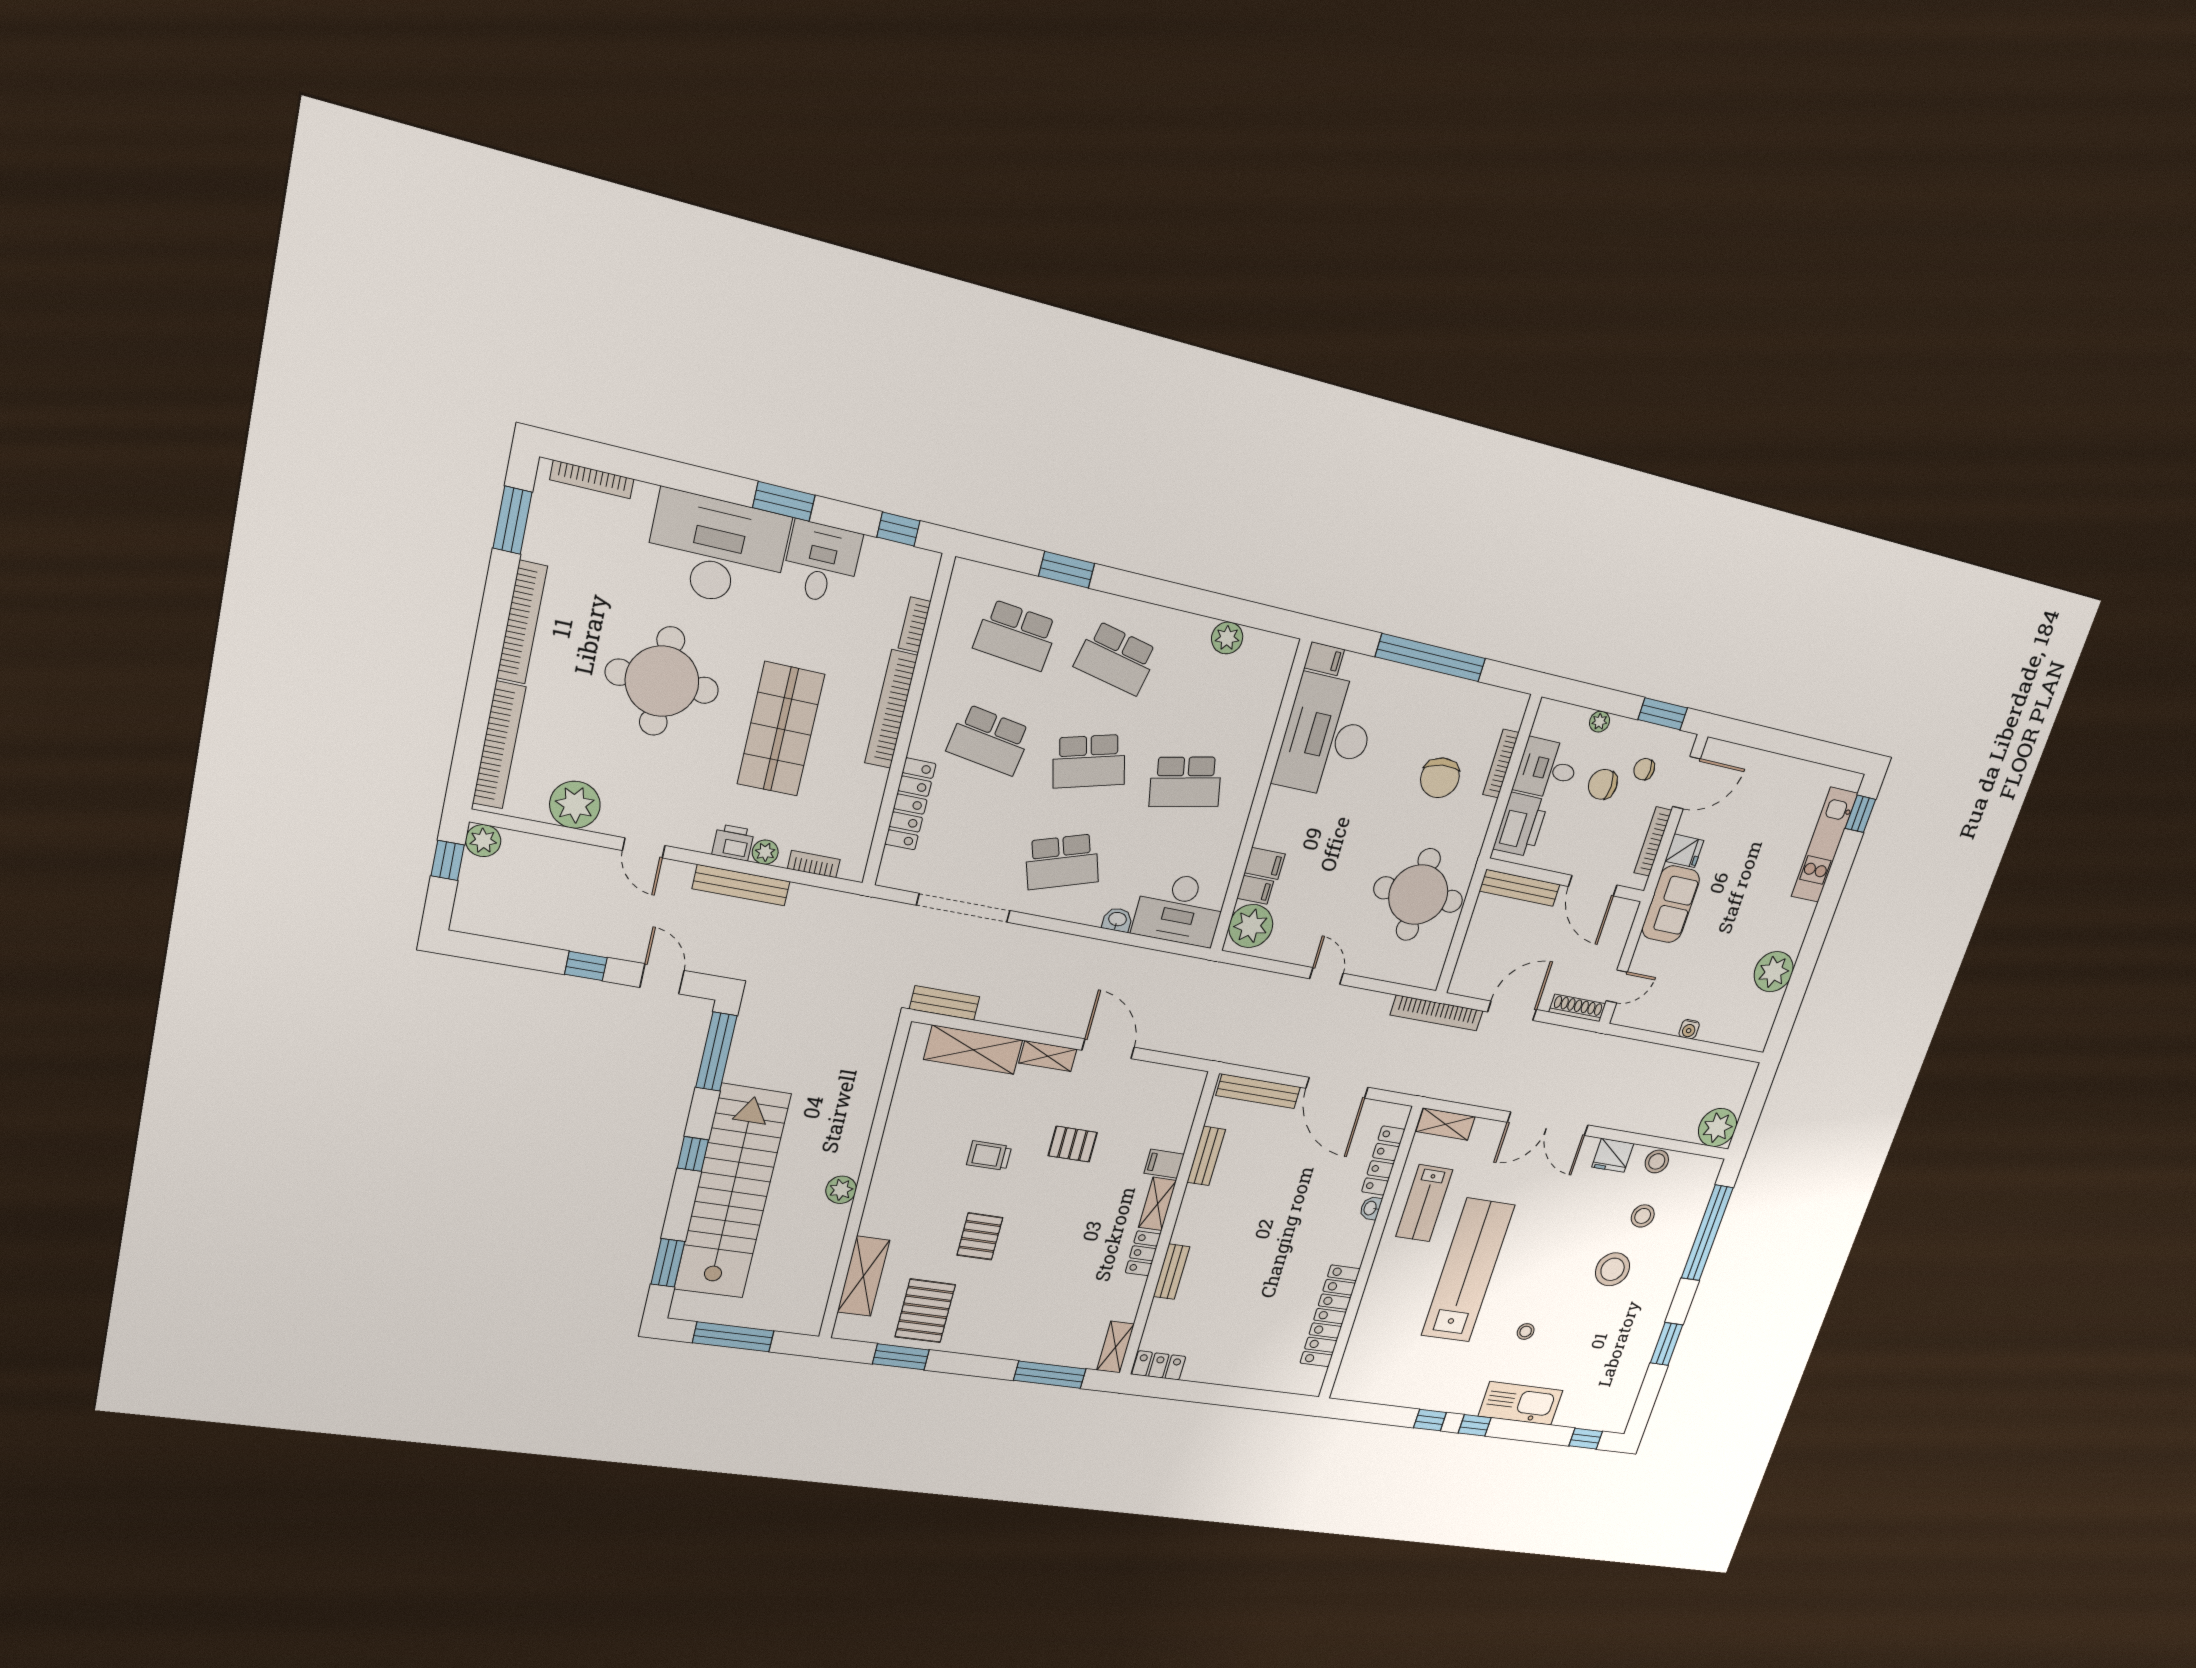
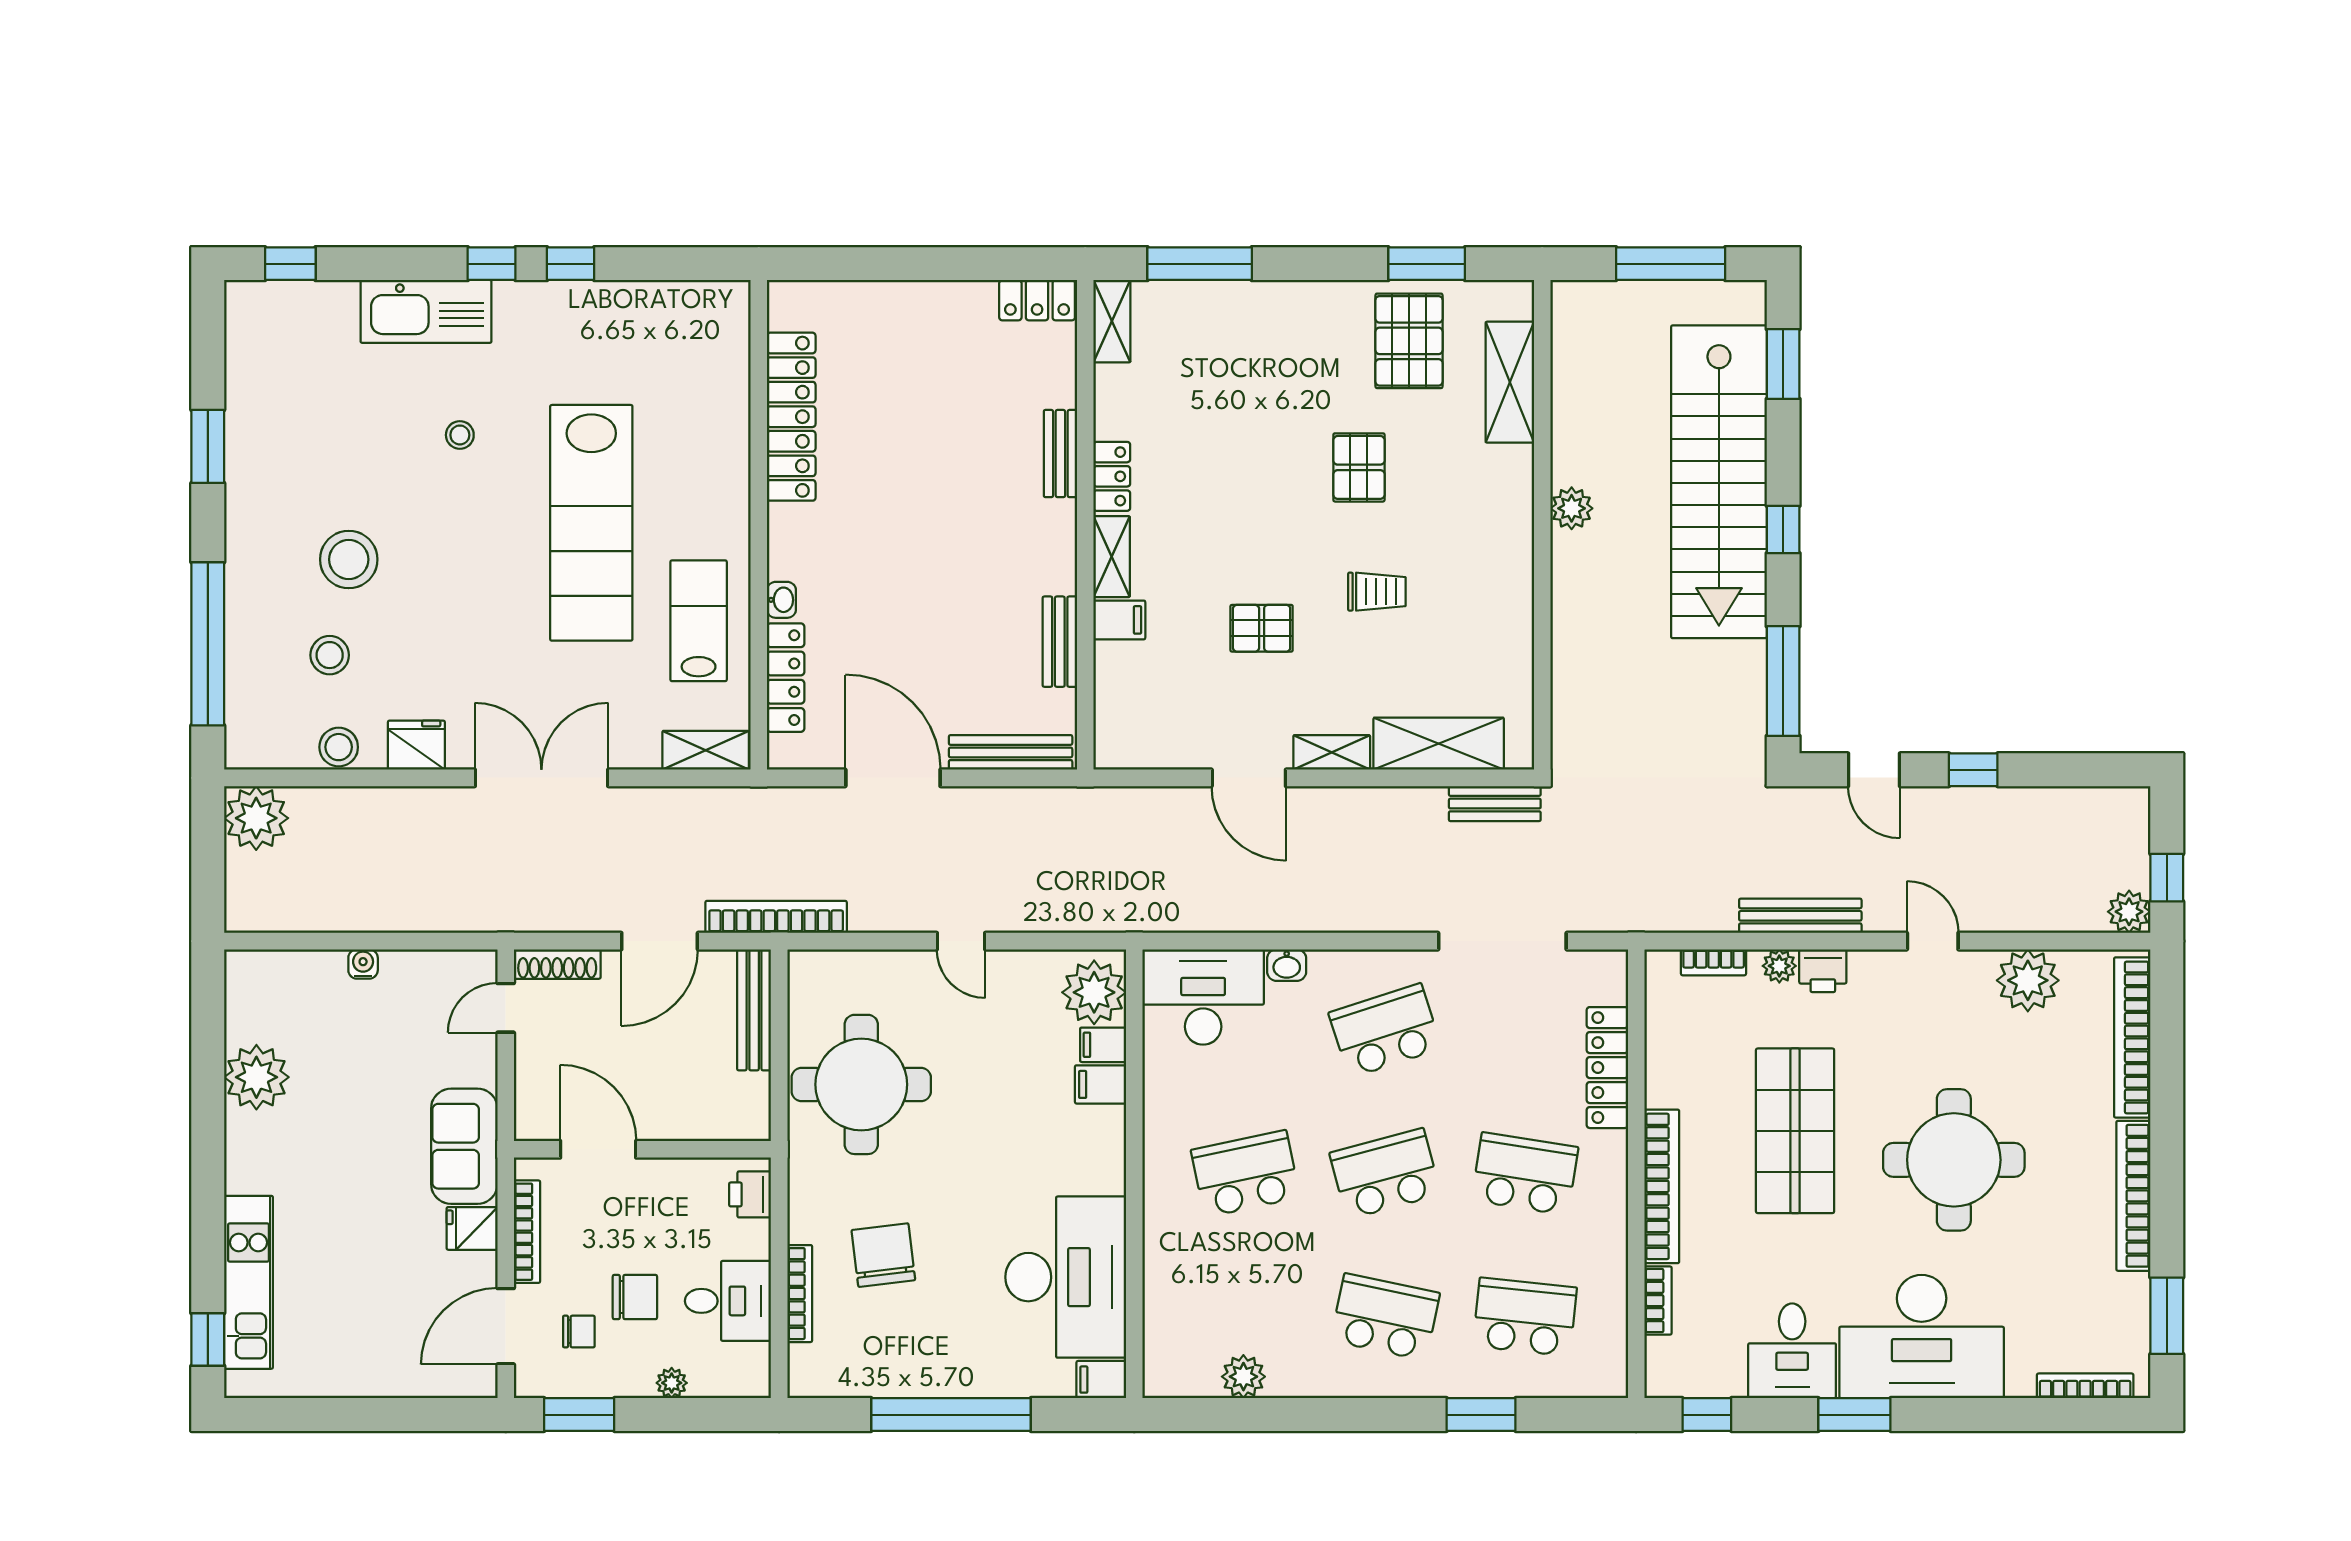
printer: (1521, 825) -> (750, 1194), width x0.53, depth x0.68
bench: (1520, 888) -> (754, 1010), moved, turned 90

